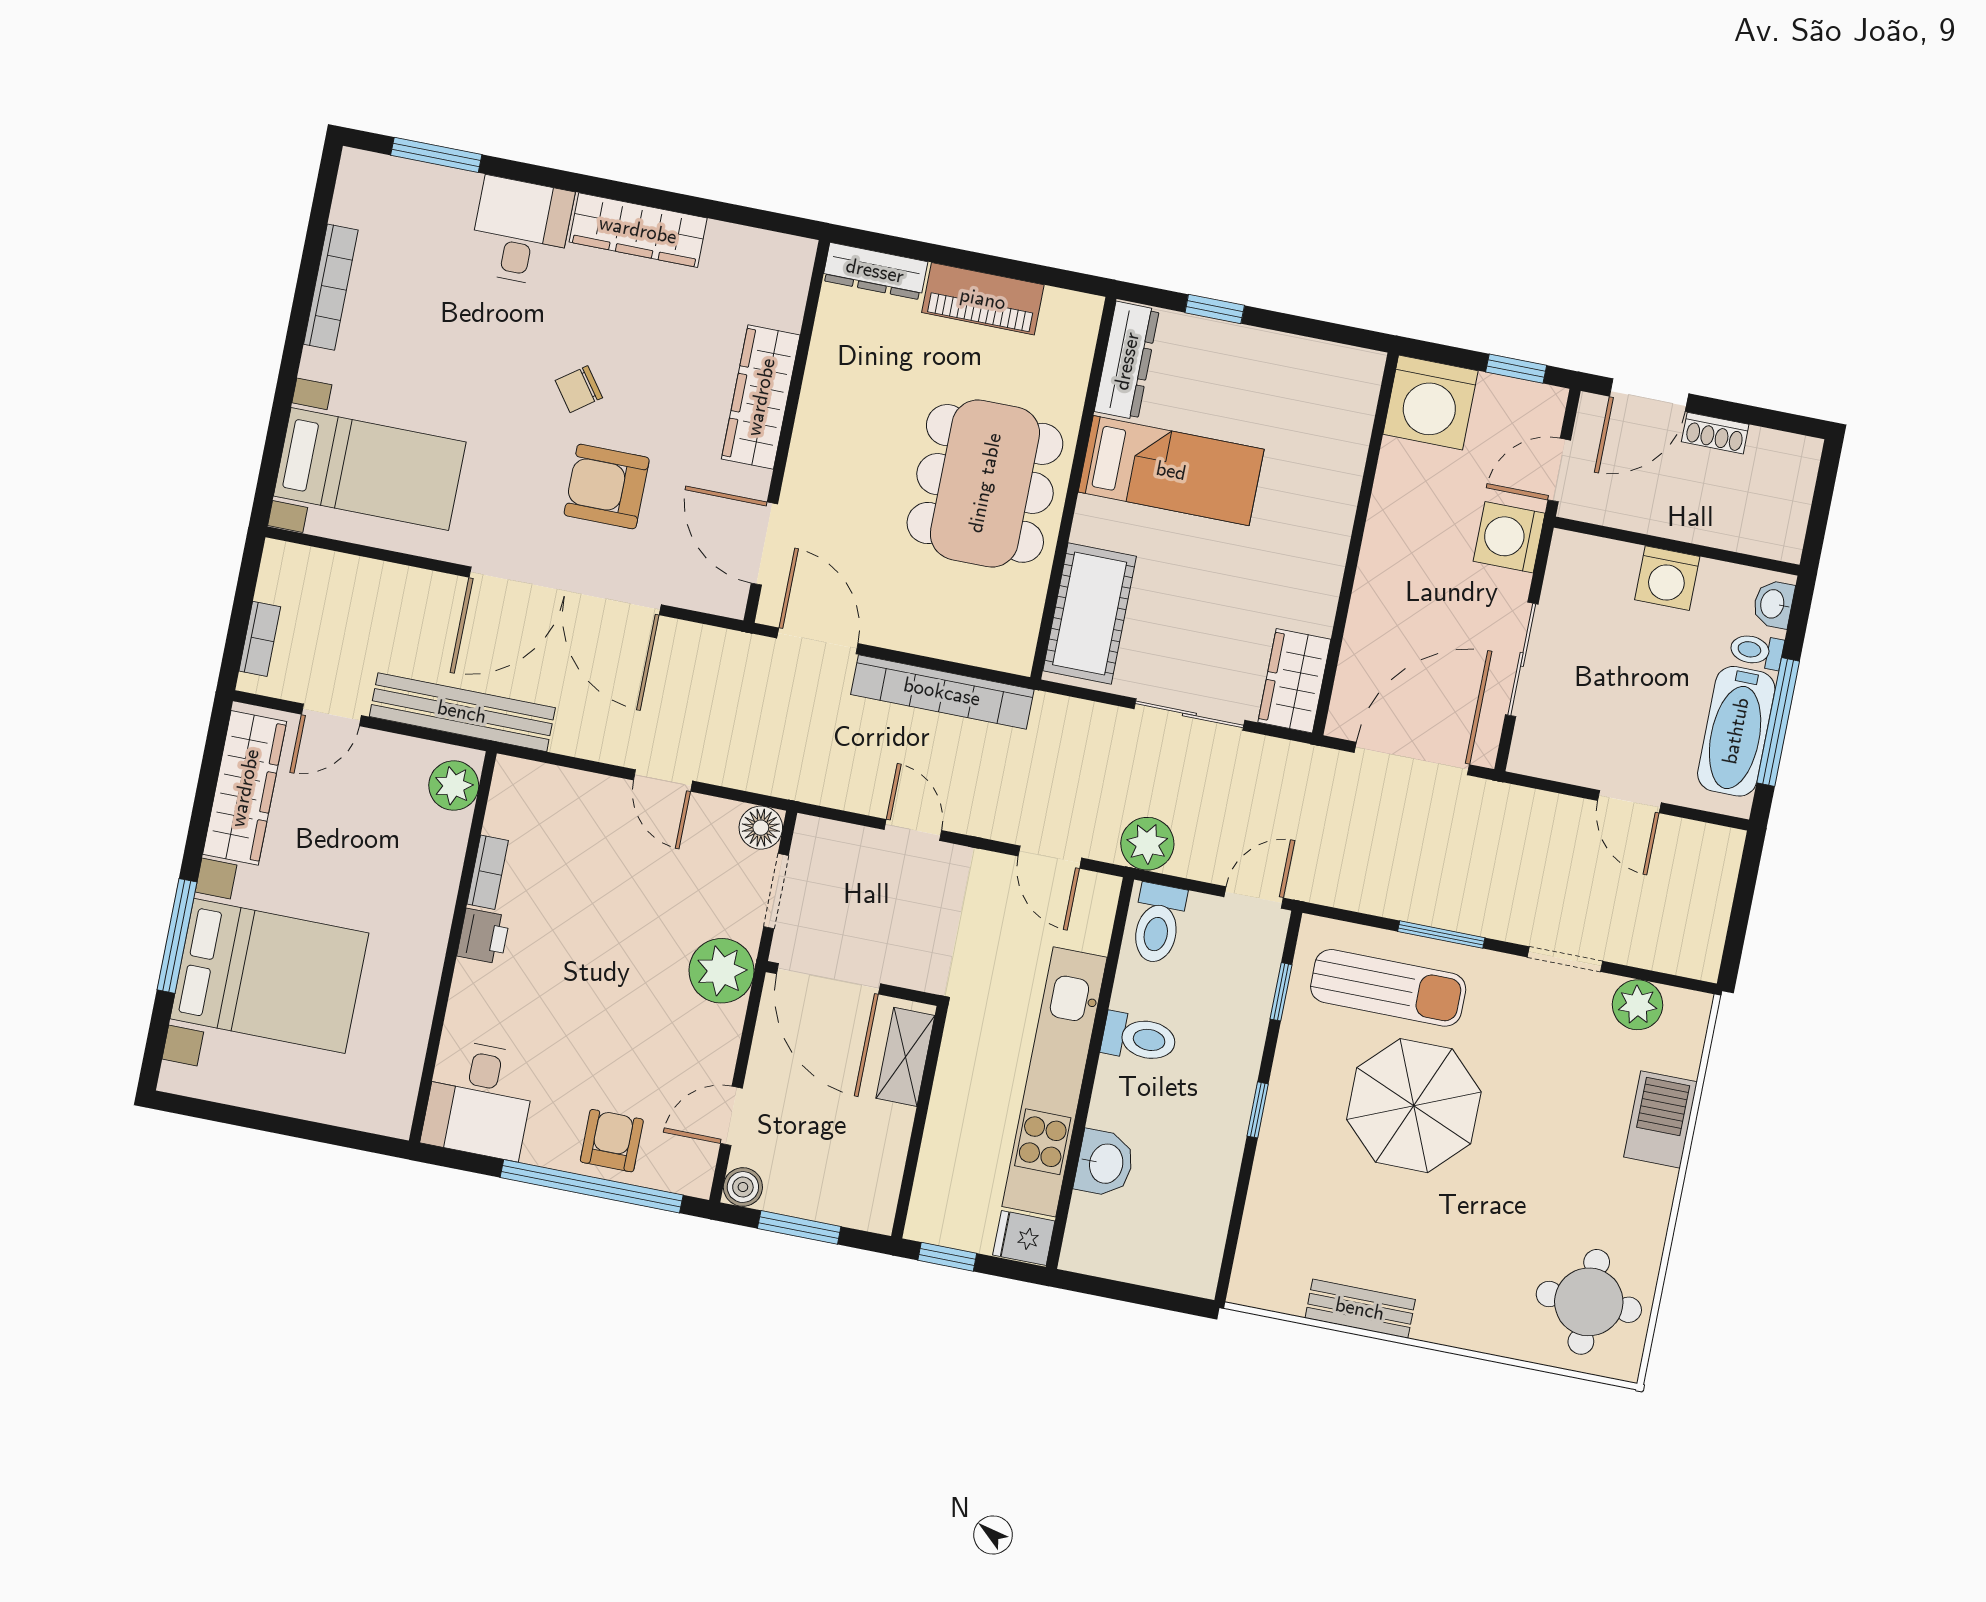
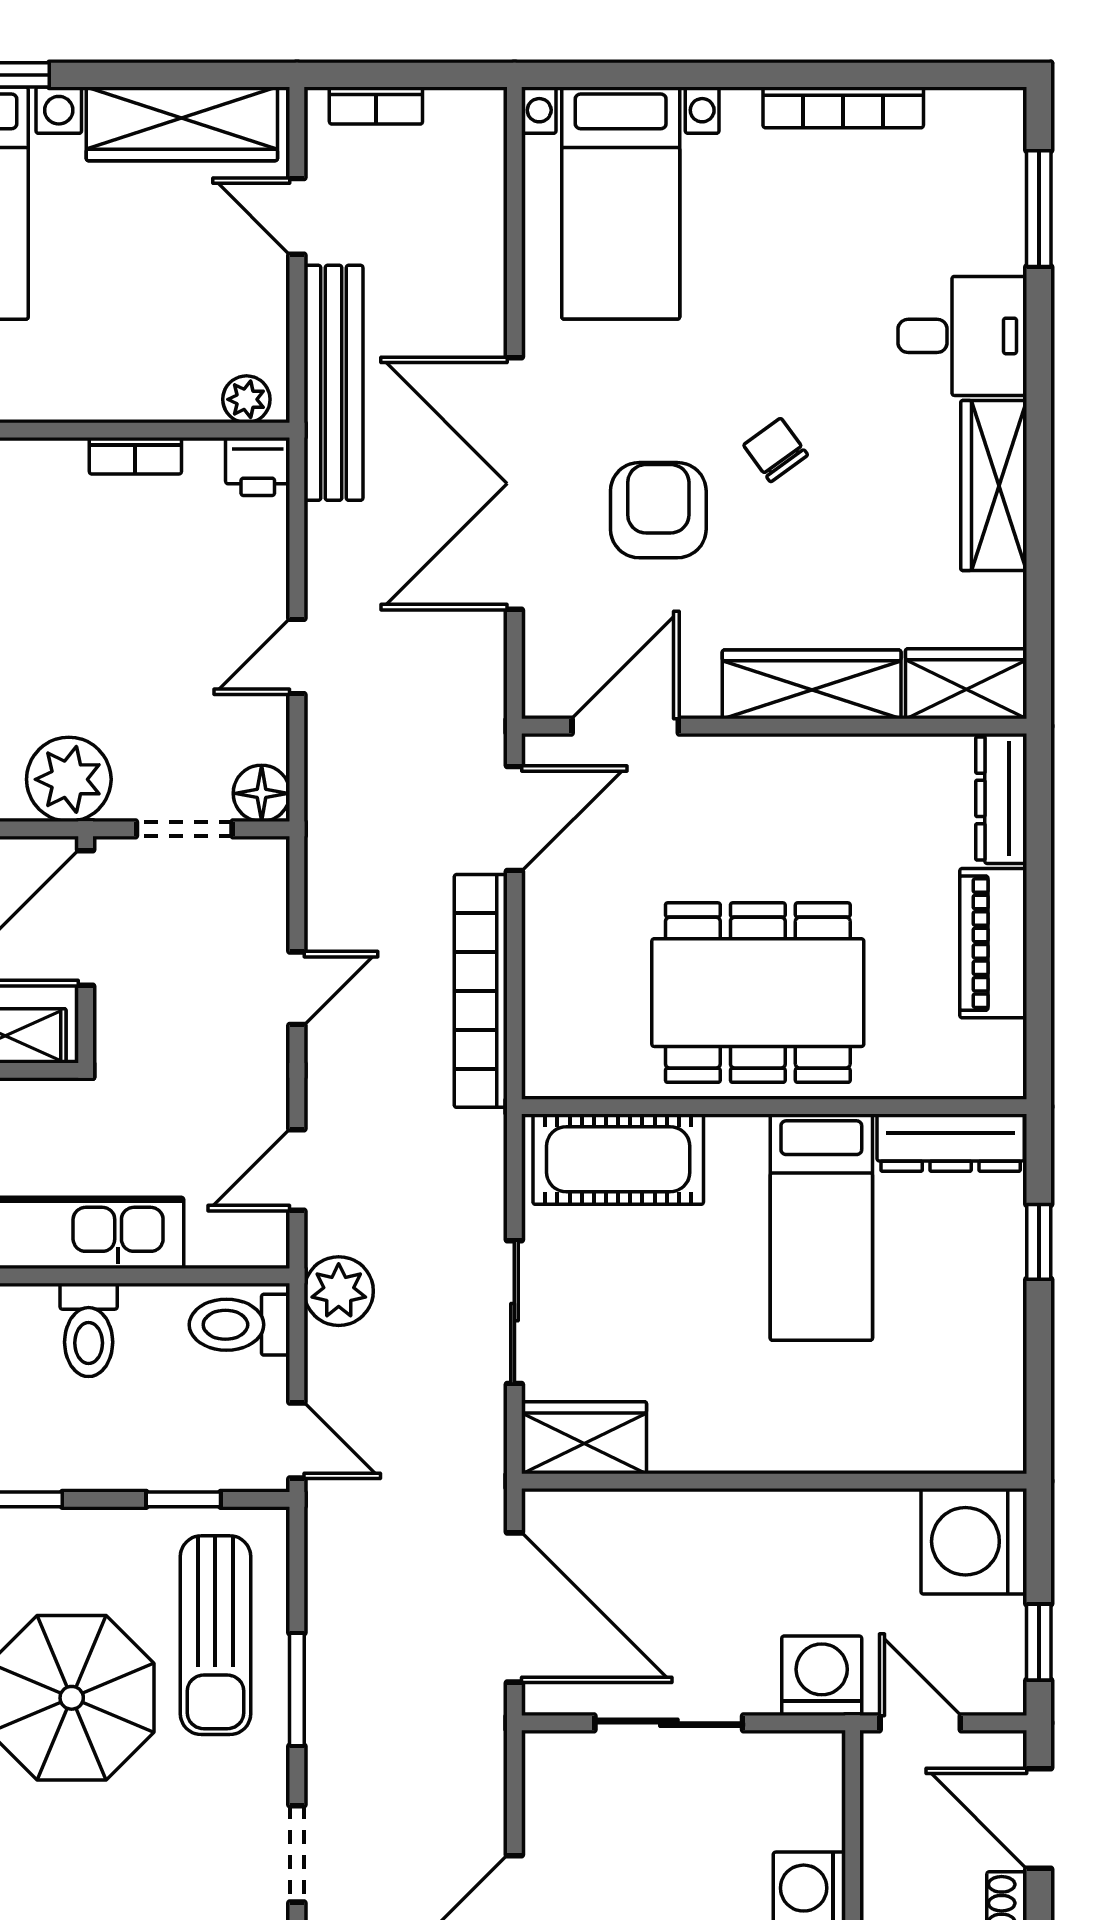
wardrobe: (783, 280) -> (966, 684), added
plant: (454, 786) -> (246, 399), width x0.73, depth x0.73
printer: (483, 936) -> (258, 466), moved

